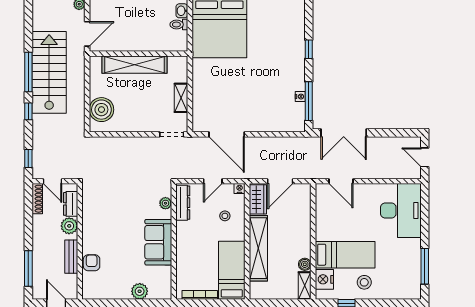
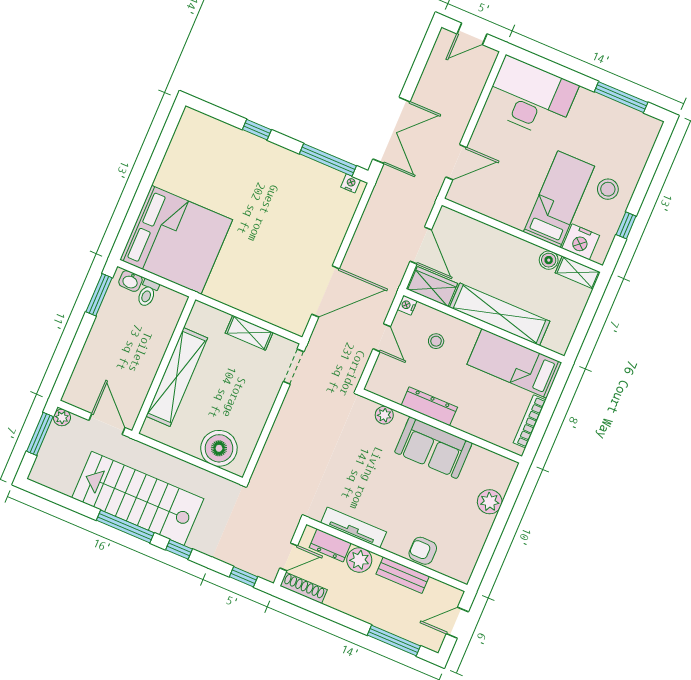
nightstand: (300, 97) -> (351, 183), moved
dresser: (183, 203) -> (429, 406), moved
tv unit: (88, 214) -> (354, 527), added

